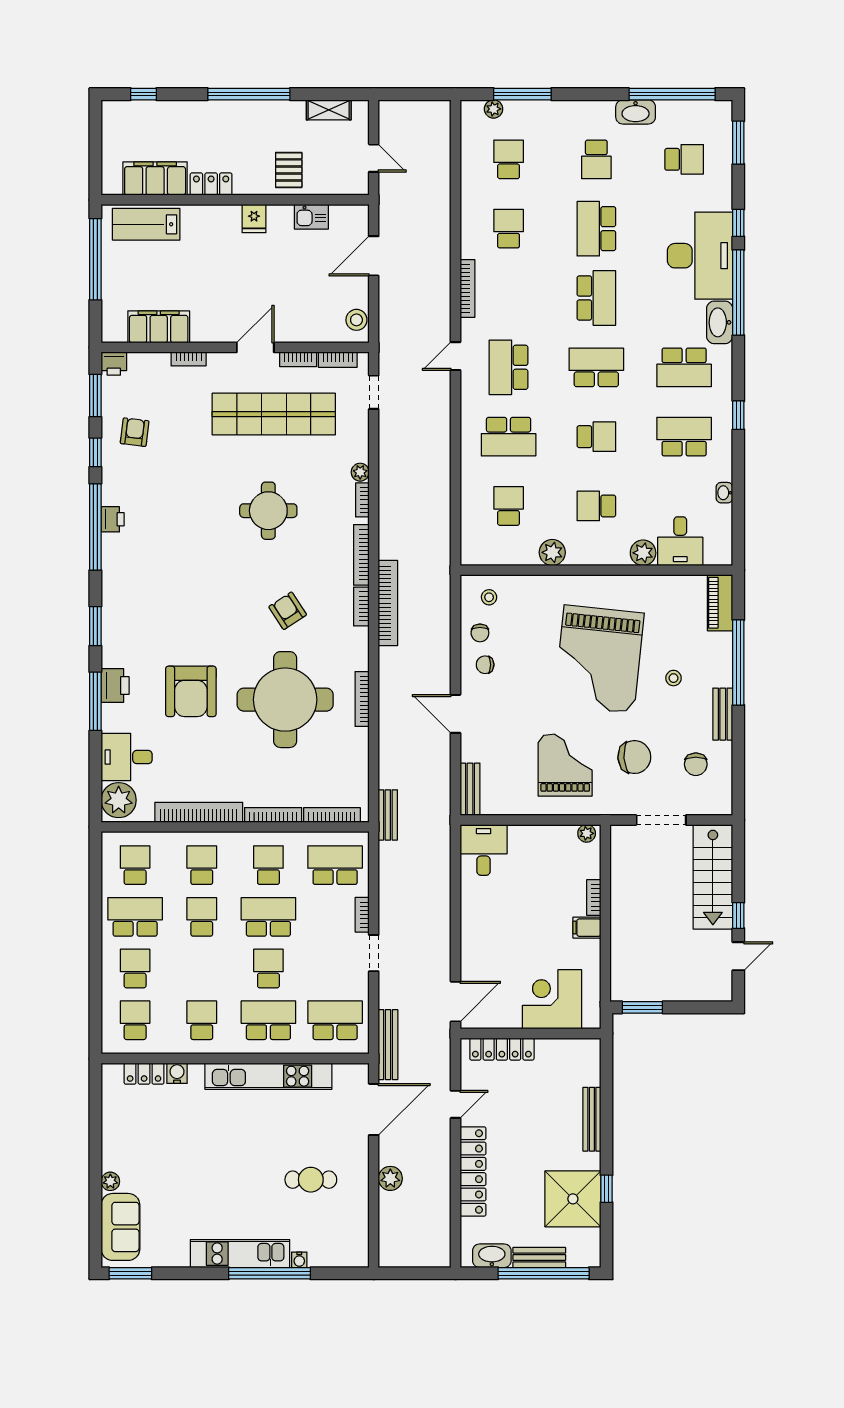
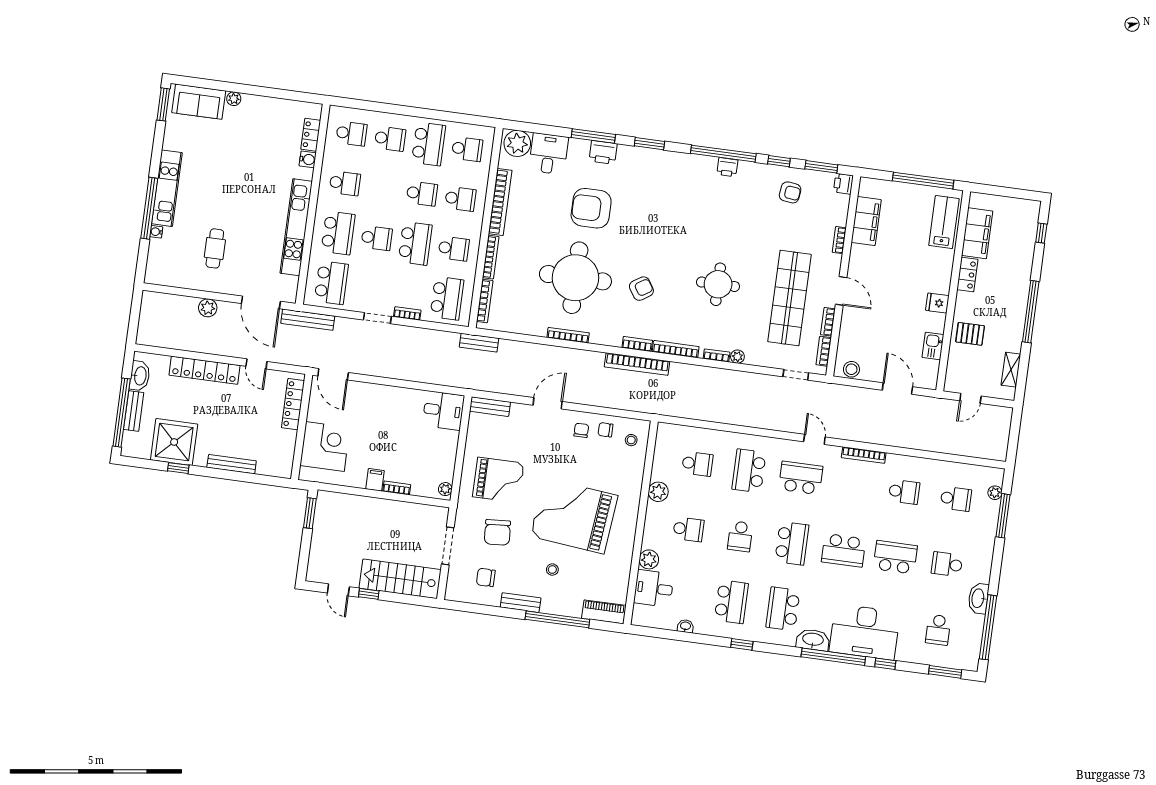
school desk: (596, 506) -> (688, 529), turned 90

